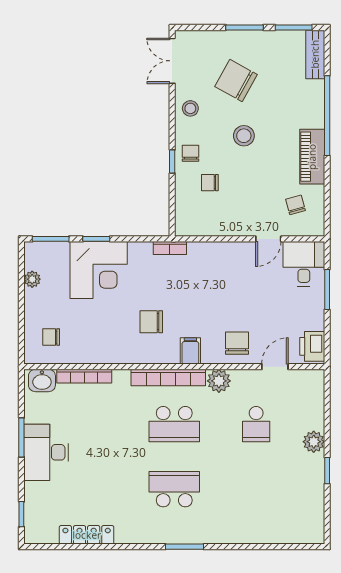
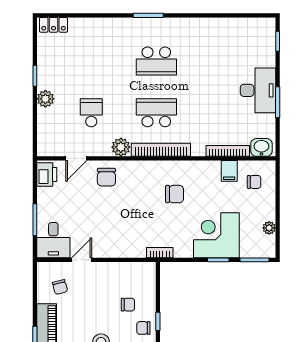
chair: (191, 153) -> (143, 328), turned 90
filing cabinet: (190, 351) -> (229, 171), moved
locker: (87, 535) -> (53, 25), moved, width x0.66

